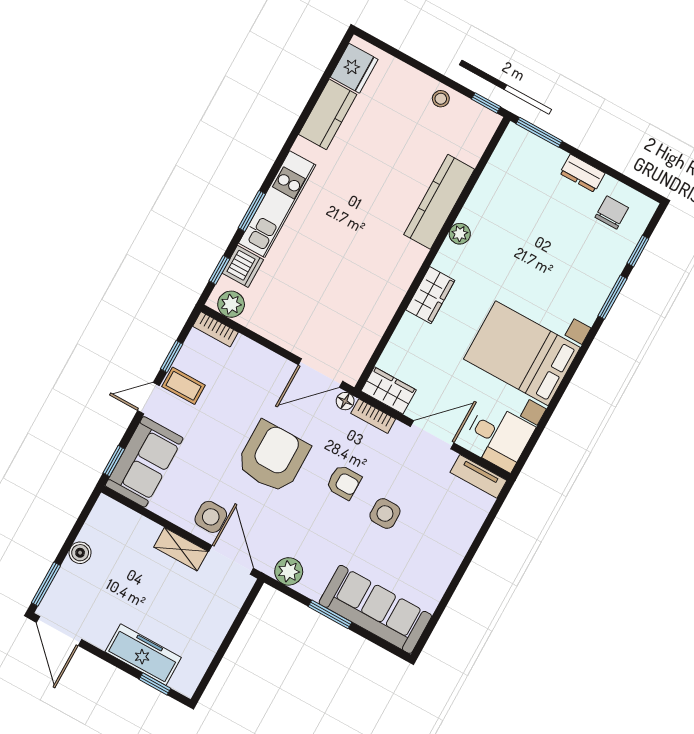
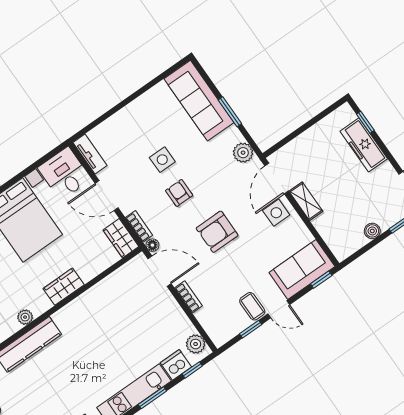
bookcase: (215, 329) -> (188, 297), moved
armchair: (273, 457) -> (217, 232), width x0.73, depth x0.73

